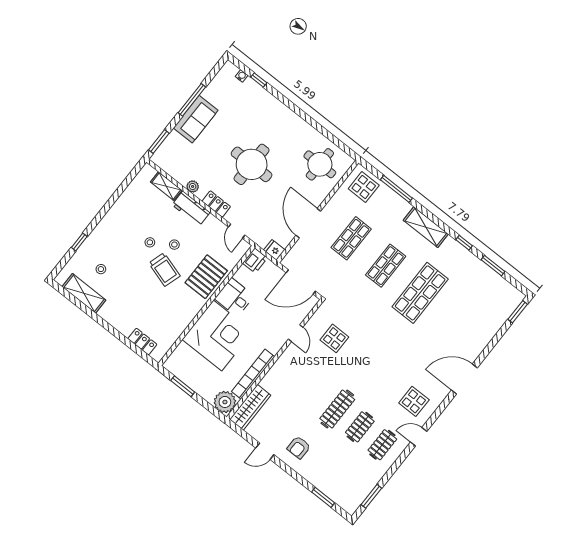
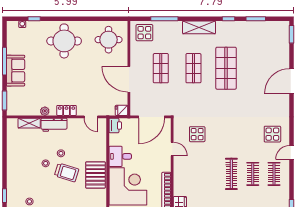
round table: (252, 164) -> (64, 41), moved
pallet: (206, 277) -> (95, 175), moved
door: (464, 379) -> (291, 81), moved

